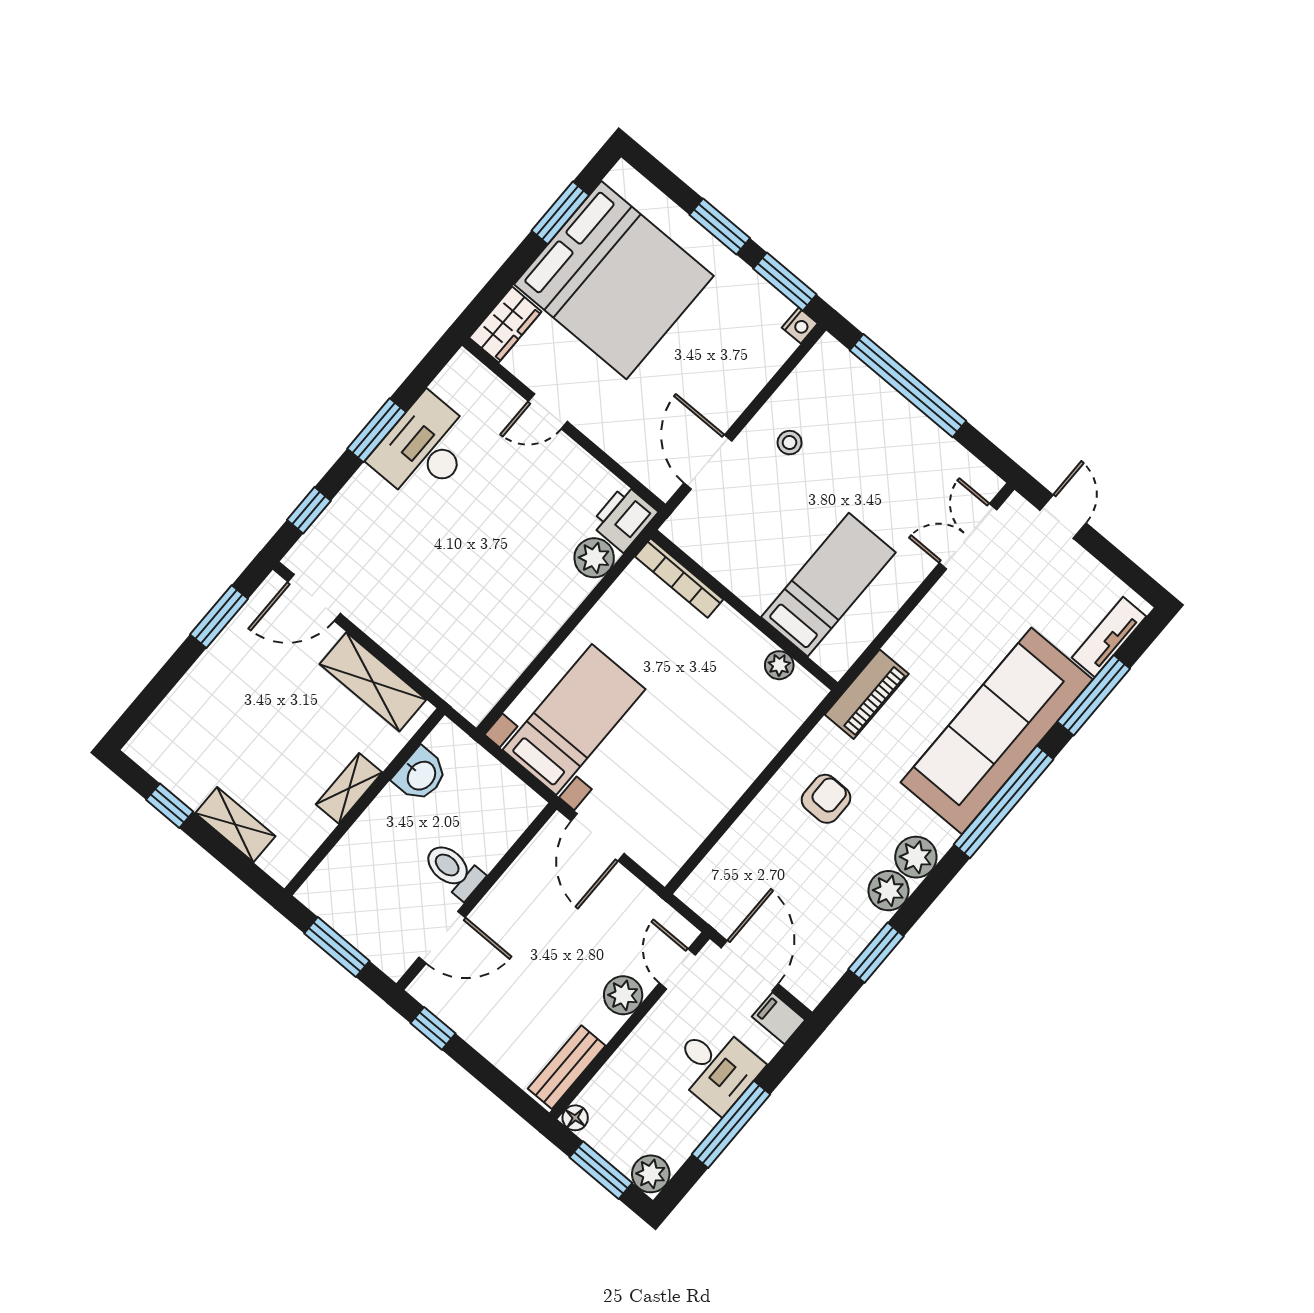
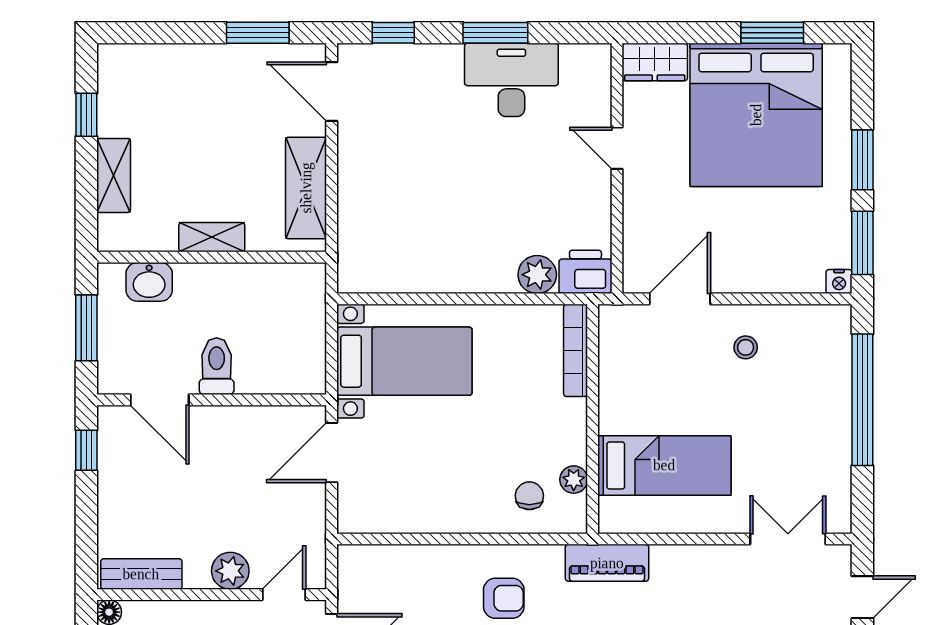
chair: (763, 711) -> (529, 496), added
washbasin: (421, 775) -> (149, 282), moved

